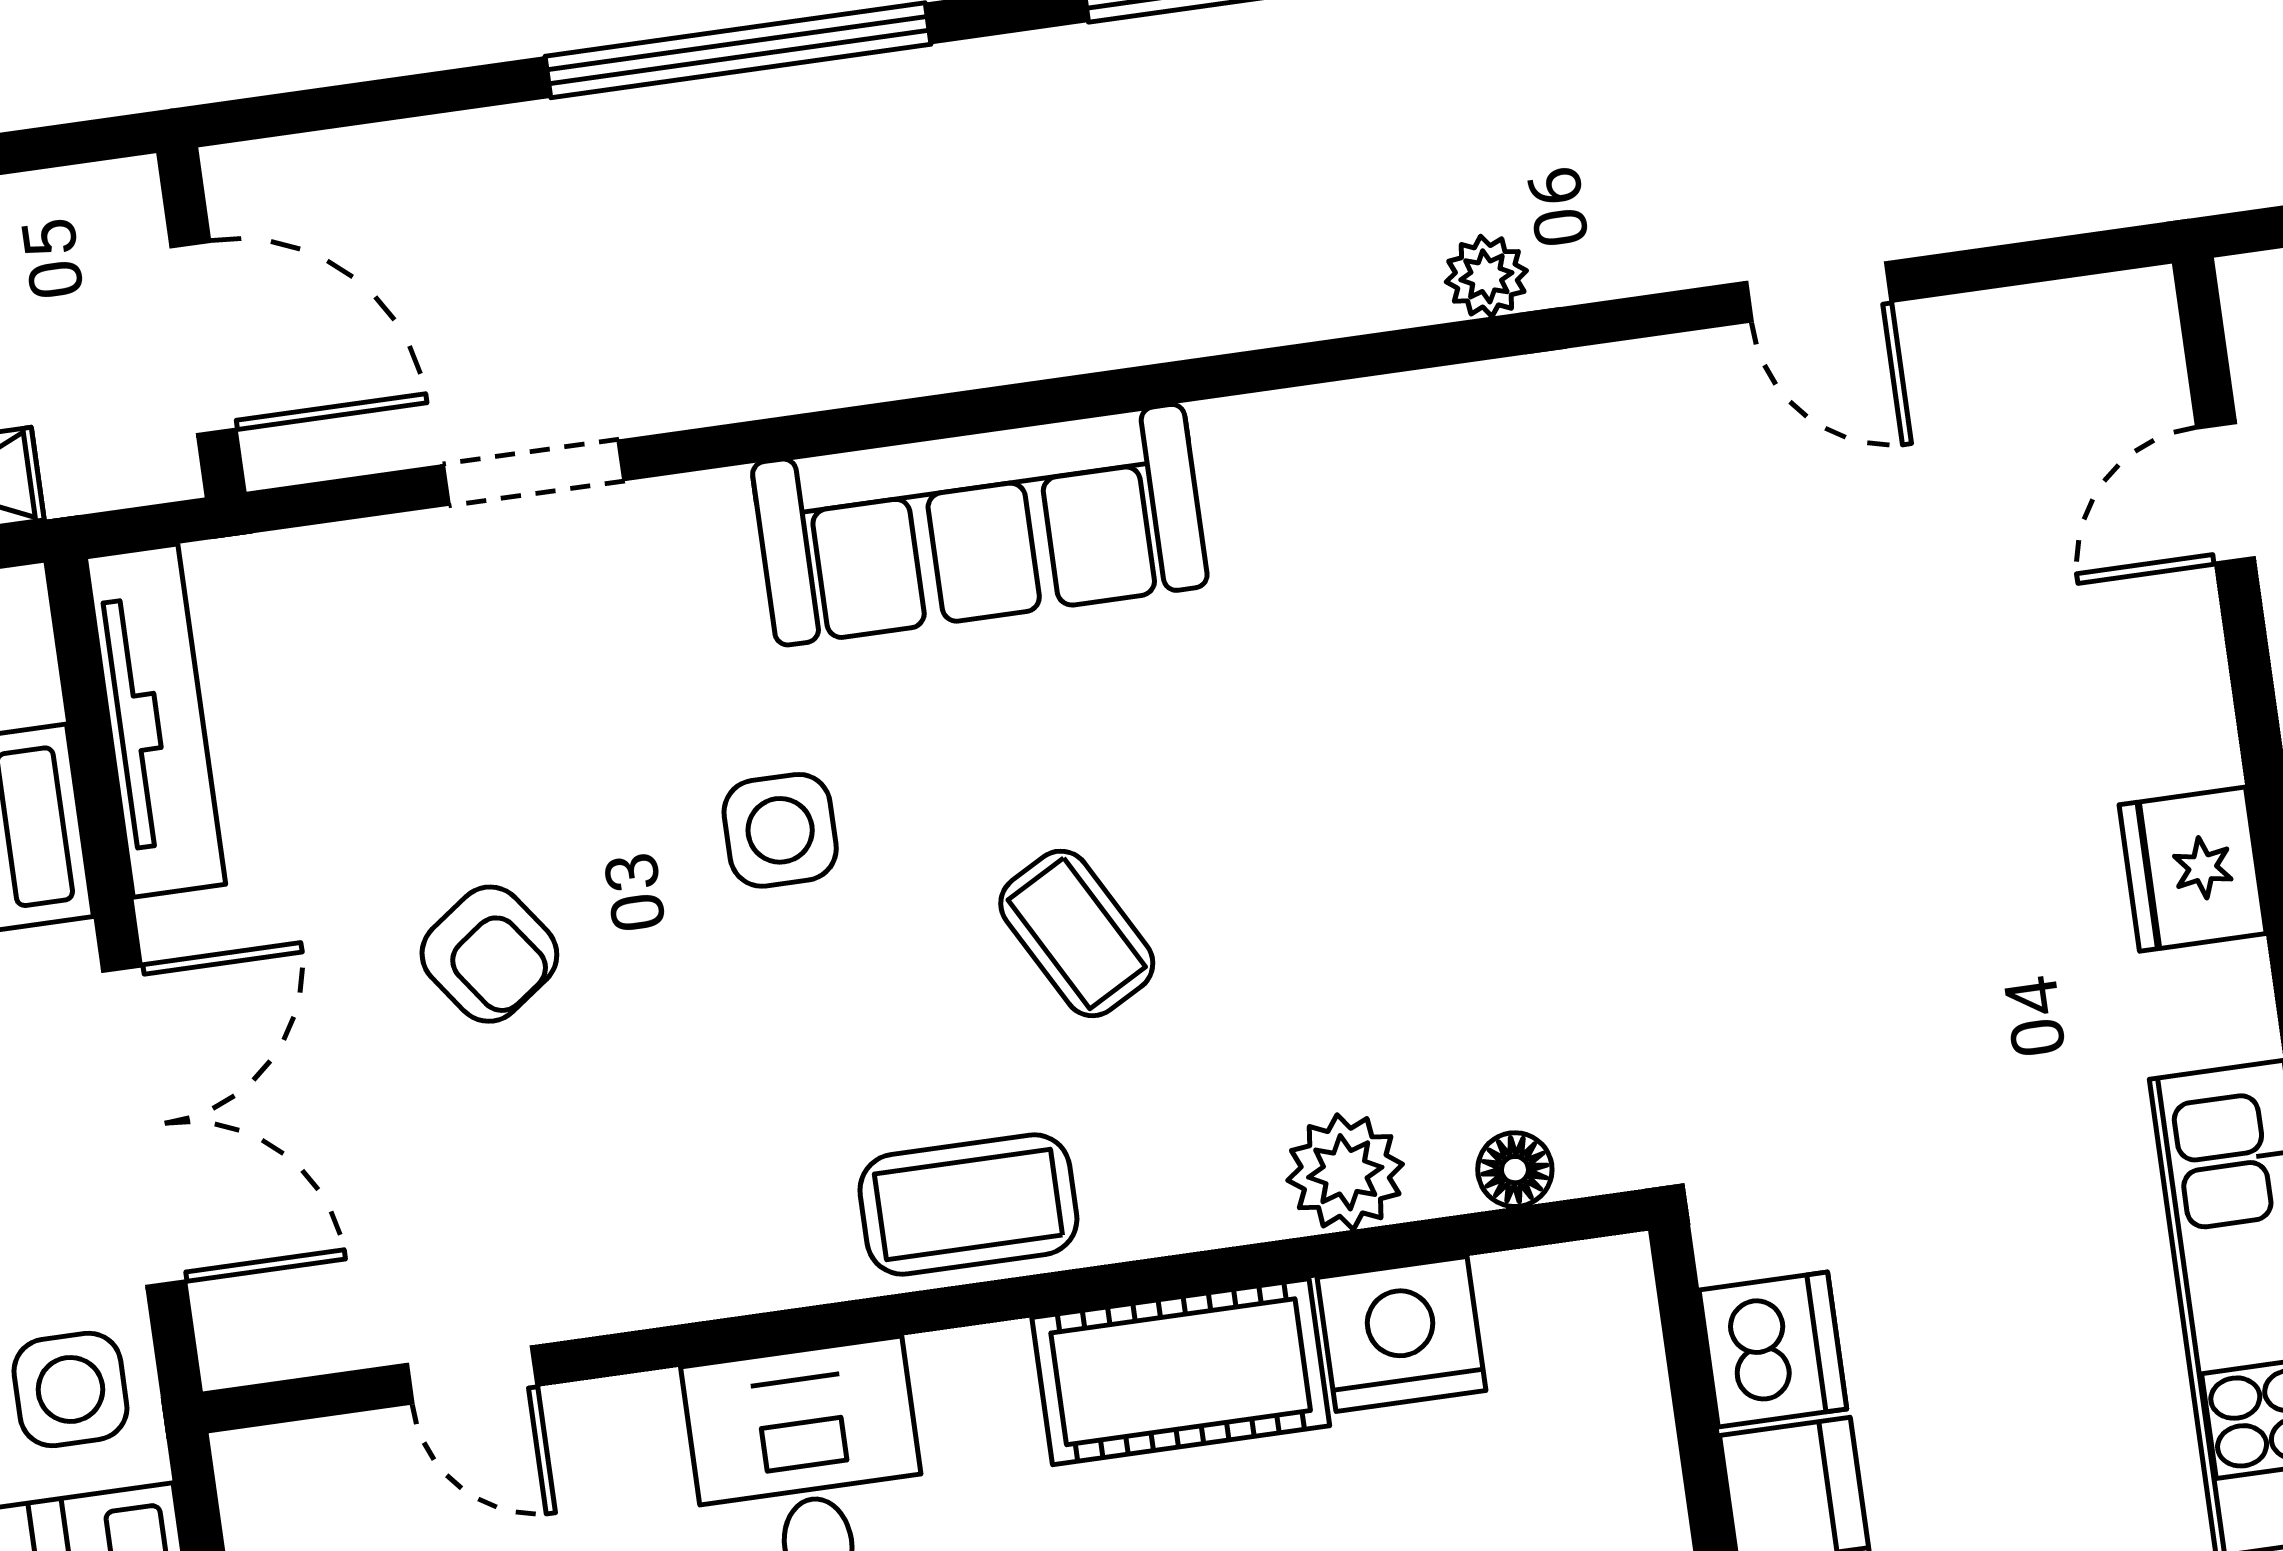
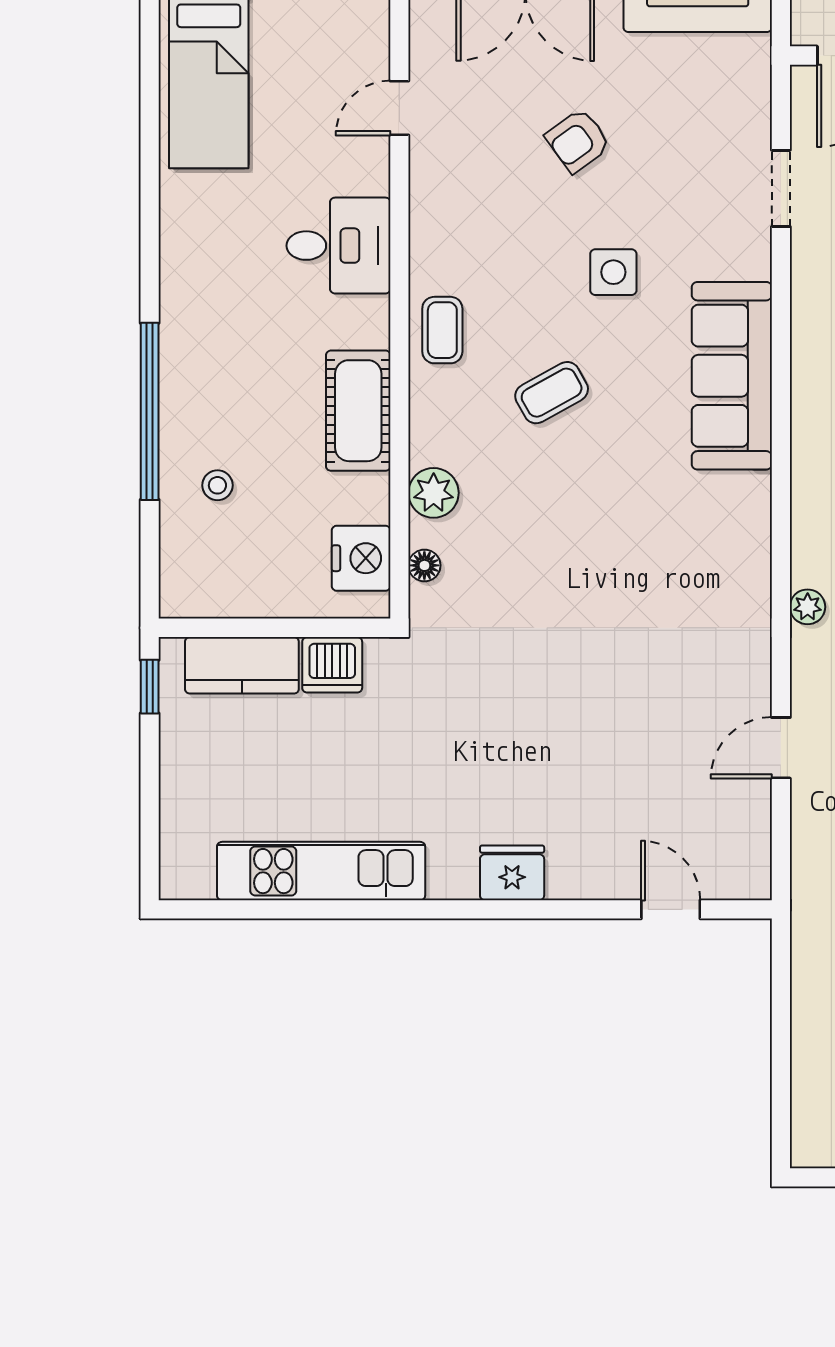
coffee table: (968, 1205) -> (442, 330), width x0.73, depth x0.77
nightstand: (1402, 1334) -> (361, 558), moved

